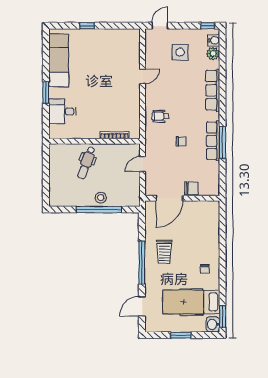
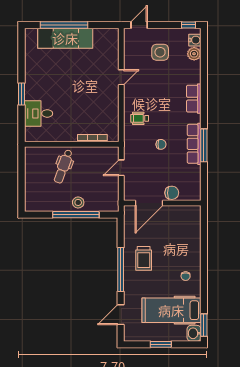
window: (87, 26) -> (64, 25), width x3.17
exam couch: (59, 60) -> (65, 38), moved, turned 90
row of seats: (213, 90) -> (194, 99), width x0.68

